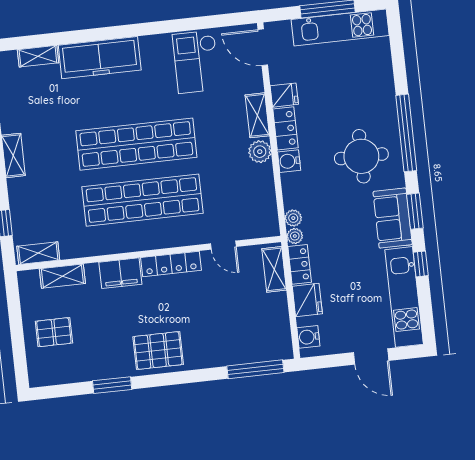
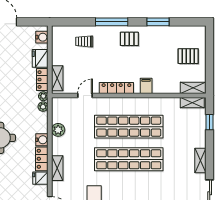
plant: (260, 152) -> (58, 130), moved
door: (223, 245) -> (85, 95), hinge flipped
filing cabinet: (120, 273) -> (146, 86), width x0.50
shelving: (62, 276) -> (193, 88), moved
trolley: (235, 338) -> (84, 41), added
pallet: (158, 351) -> (129, 39), width x0.67, depth x0.71
window: (255, 369) -> (112, 22), moved

